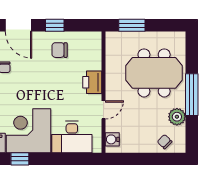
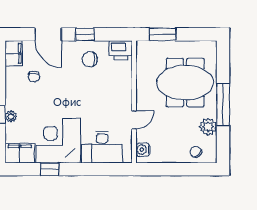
printer: (92, 82) -> (121, 50), moved, turned -90

